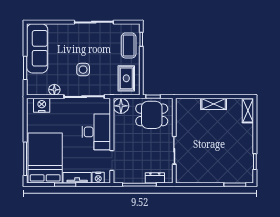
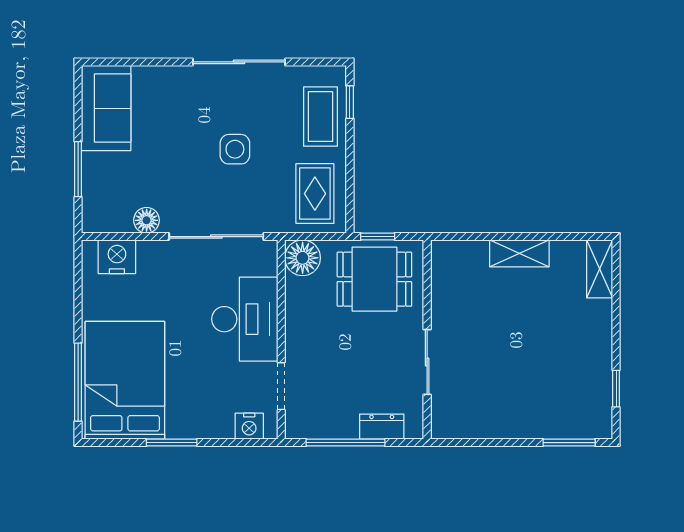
sofa: (37, 48) -> (106, 108), width x0.73
side table: (83, 70) -> (235, 149), moved
tv unit: (77, 178) -> (200, 427), removed

